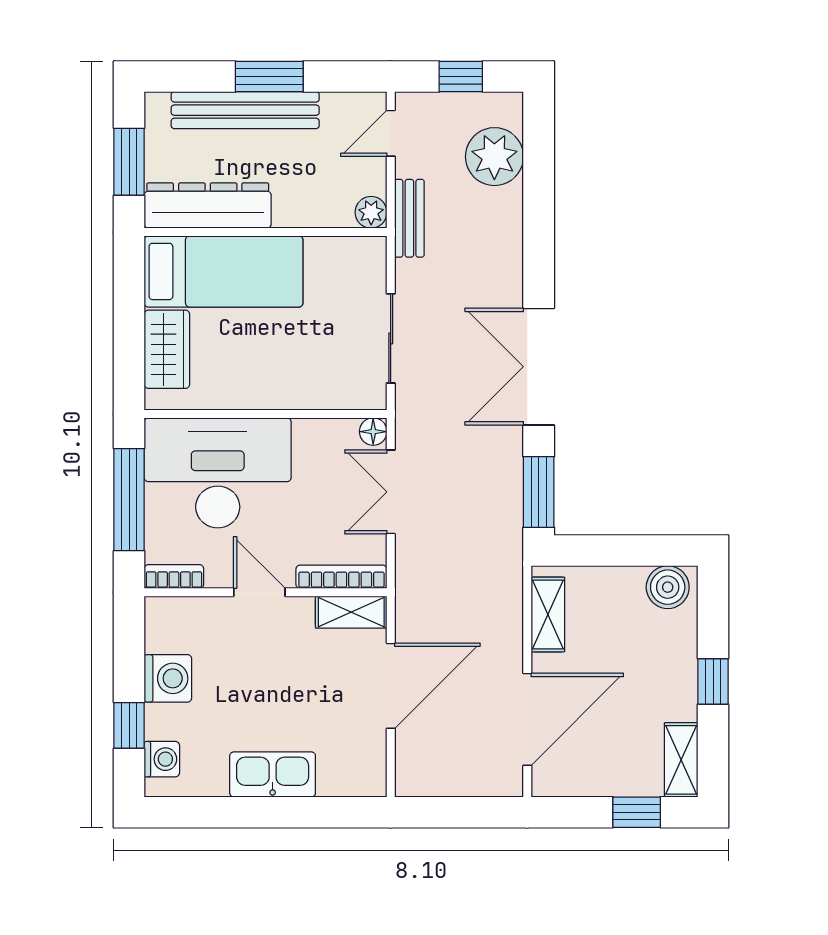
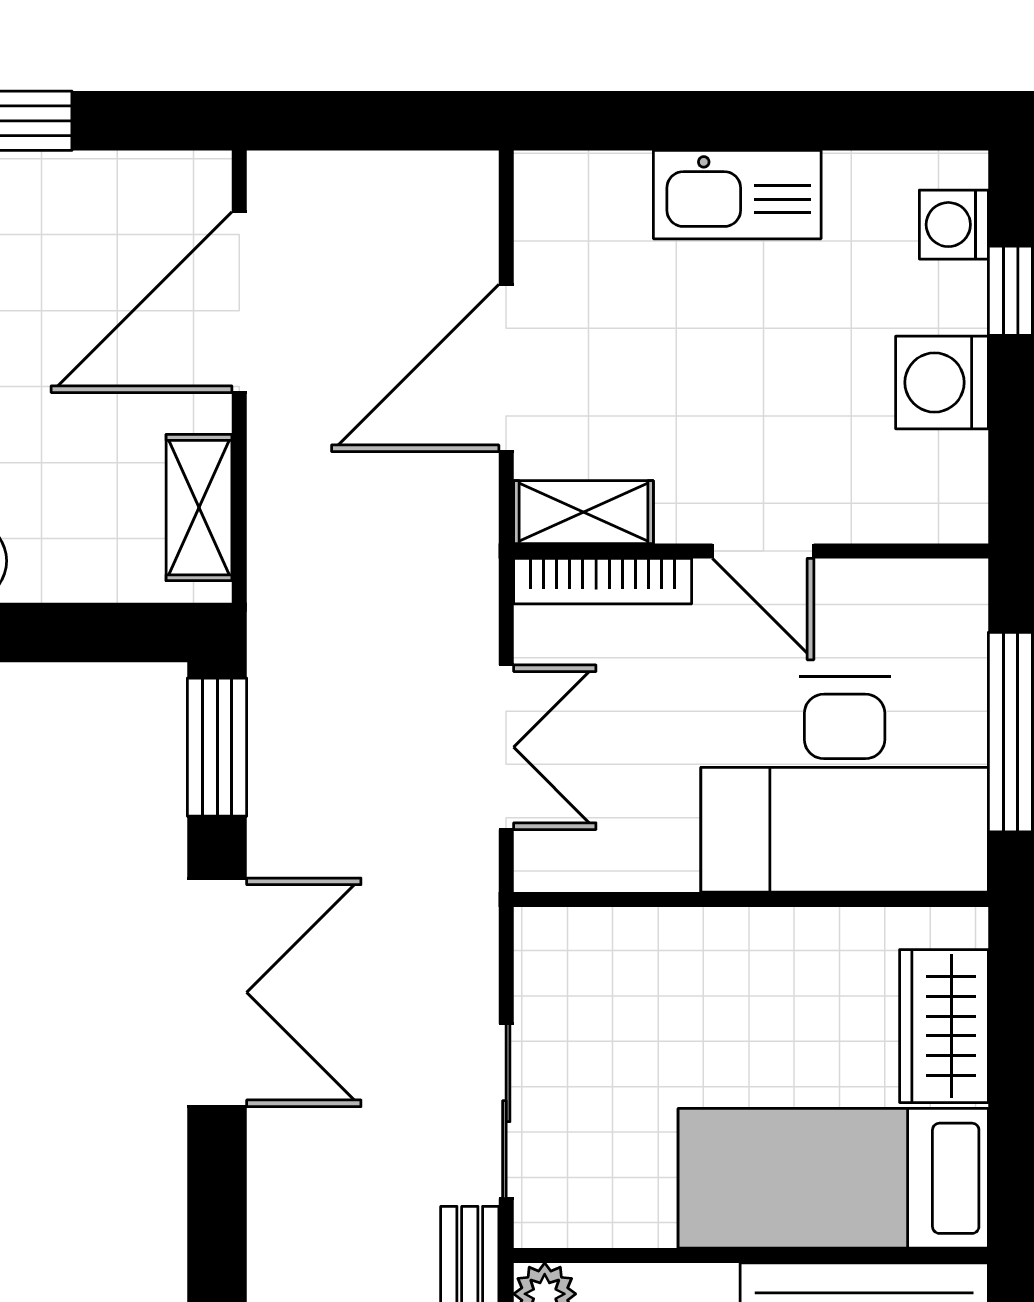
sliding door: (391, 338) -> (506, 1111), moved
floor lamp: (373, 432) -> (541, 865), removed
bookcase: (174, 577) -> (930, 582), removed

